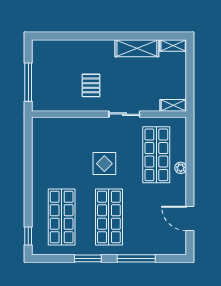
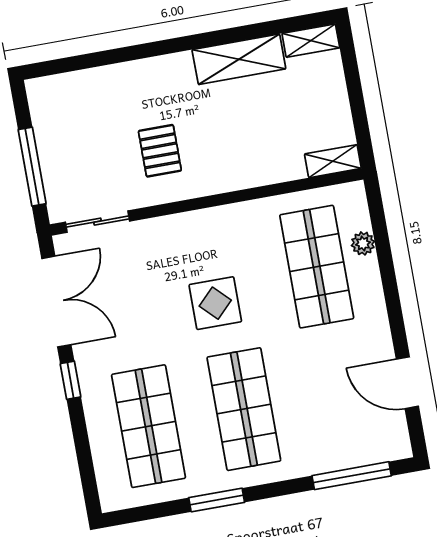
sliding door: (124, 114) -> (97, 222), moved
double door: (28, 149) -> (56, 302), added
plant: (181, 168) -> (363, 243), moved
window: (28, 236) -> (71, 380), moved
window: (136, 258) -> (352, 476), moved

